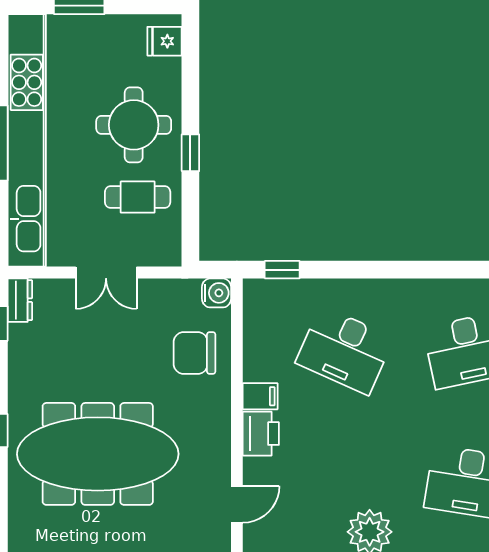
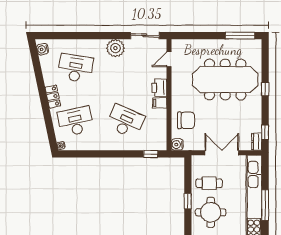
double door: (106, 273) -> (222, 153), width x1.37

